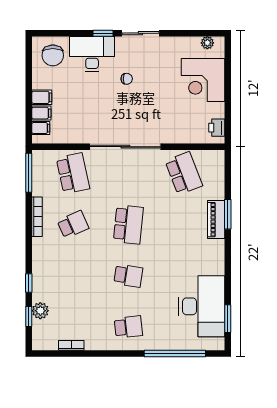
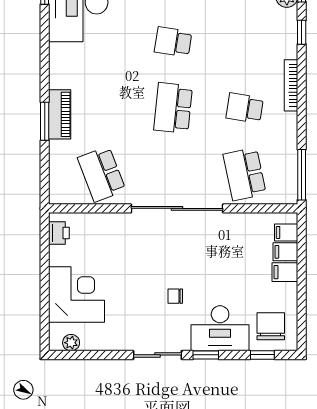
window: (59, 33) -> (262, 355), added
bookcase: (37, 217) -> (291, 85), moved
school desk: (73, 224) -> (245, 108), turned 33

